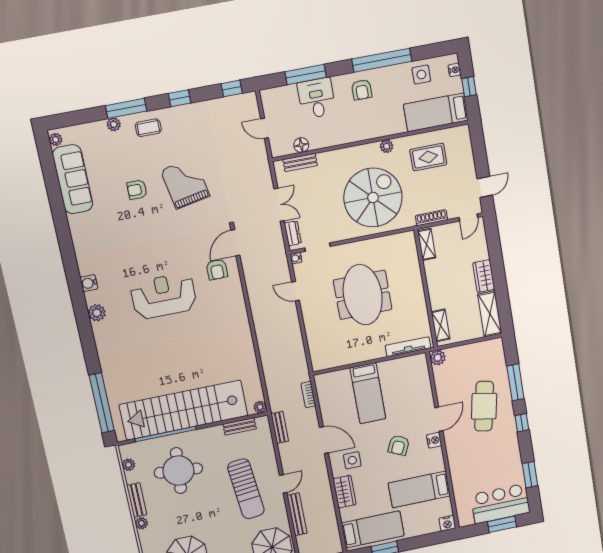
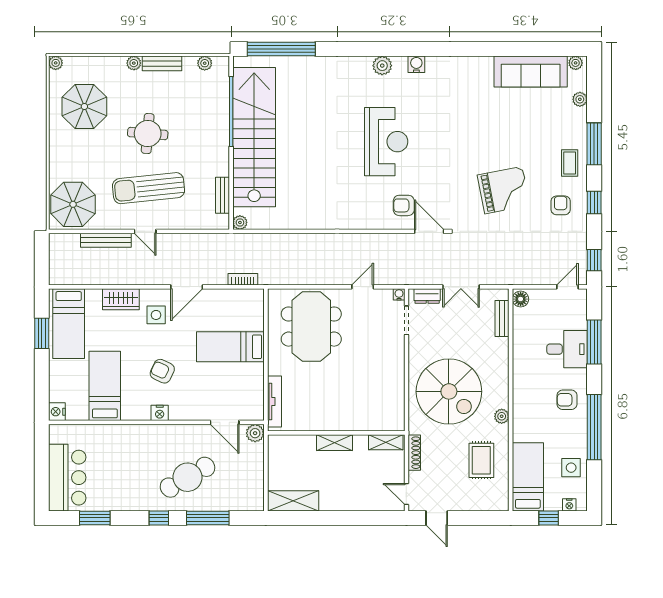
plant: (114, 124) -> (580, 99), moved
door: (265, 128) -> (567, 287), moved
floor lamp: (301, 145) -> (521, 299), moved
armchair: (137, 190) -> (561, 205), moved
wardrobe: (484, 276) -> (338, 501), removed
meeting table: (363, 295) -> (311, 327), moved, turned 90
shelving: (441, 325) -> (334, 443), moved
cafe table: (484, 406) -> (188, 477), turned -41
door: (439, 419) -> (225, 422), moved
bench: (280, 427) -> (212, 240), removed
round table: (178, 471) -> (148, 134), moved, width x0.73, depth x0.73
window: (502, 524) -> (42, 476), removed

